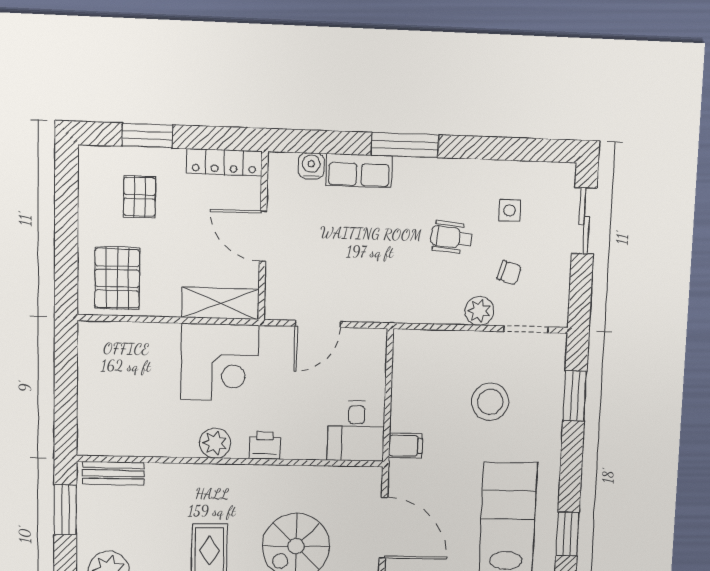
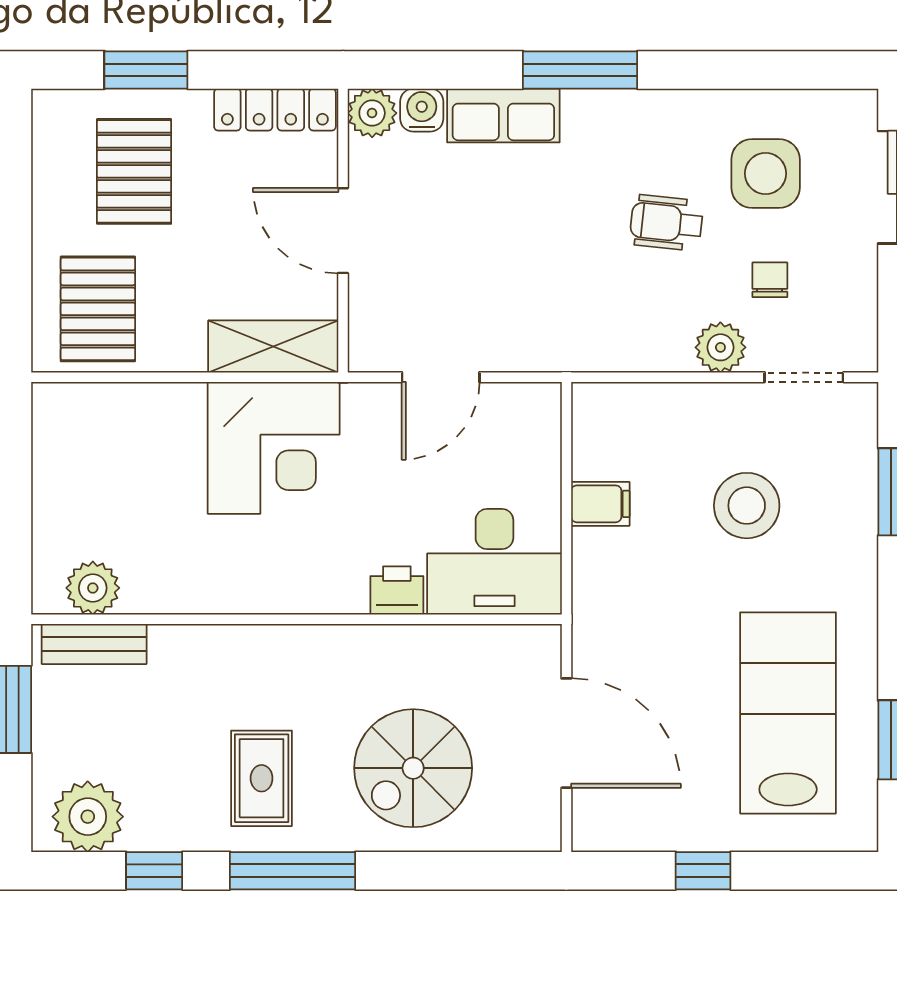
plant: (282, 166) -> (372, 113), added
pallet: (140, 197) -> (134, 171), width x1.50, depth x1.42
side table: (510, 210) -> (766, 174), width x1.87, depth x1.87
chair: (509, 273) -> (770, 280), turned -107
desk: (356, 431) -> (494, 562), width x1.37
plant: (215, 443) -> (93, 588), moved
printer: (265, 445) -> (397, 590), moved
filing cabinet: (406, 446) -> (600, 504), moved

